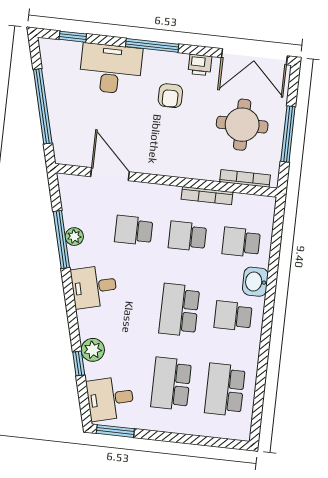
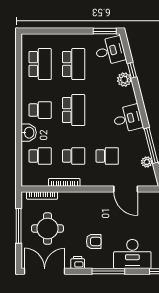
armchair: (170, 96) -> (94, 241), turned 90
plant: (74, 237) -> (147, 162), moved

